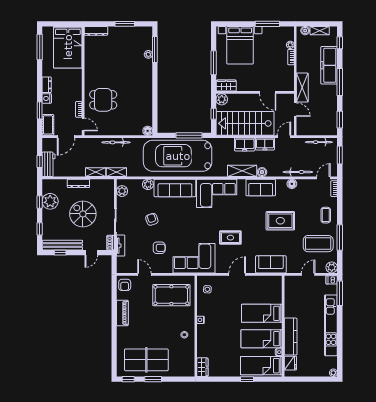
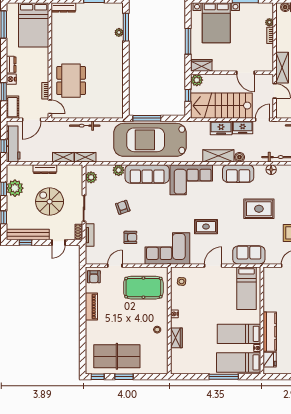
dining table: (103, 100) -> (71, 81), width x1.37
floor lamp: (148, 131) -> (118, 113), removed
window: (189, 135) -> (147, 118), moved
workbench: (49, 164) -> (13, 144), width x1.38
door: (144, 274) -> (115, 266), hinge flipped
bed: (262, 313) -> (247, 288), moved, turned -90
wardrobe: (202, 367) -> (176, 338), moved
window: (247, 379) -> (224, 377), width x2.17

